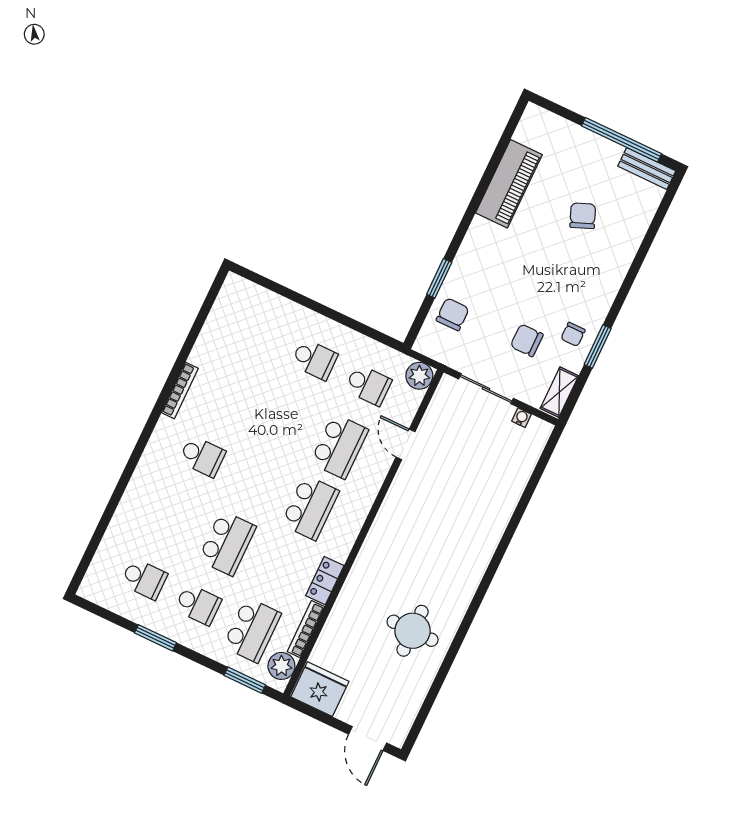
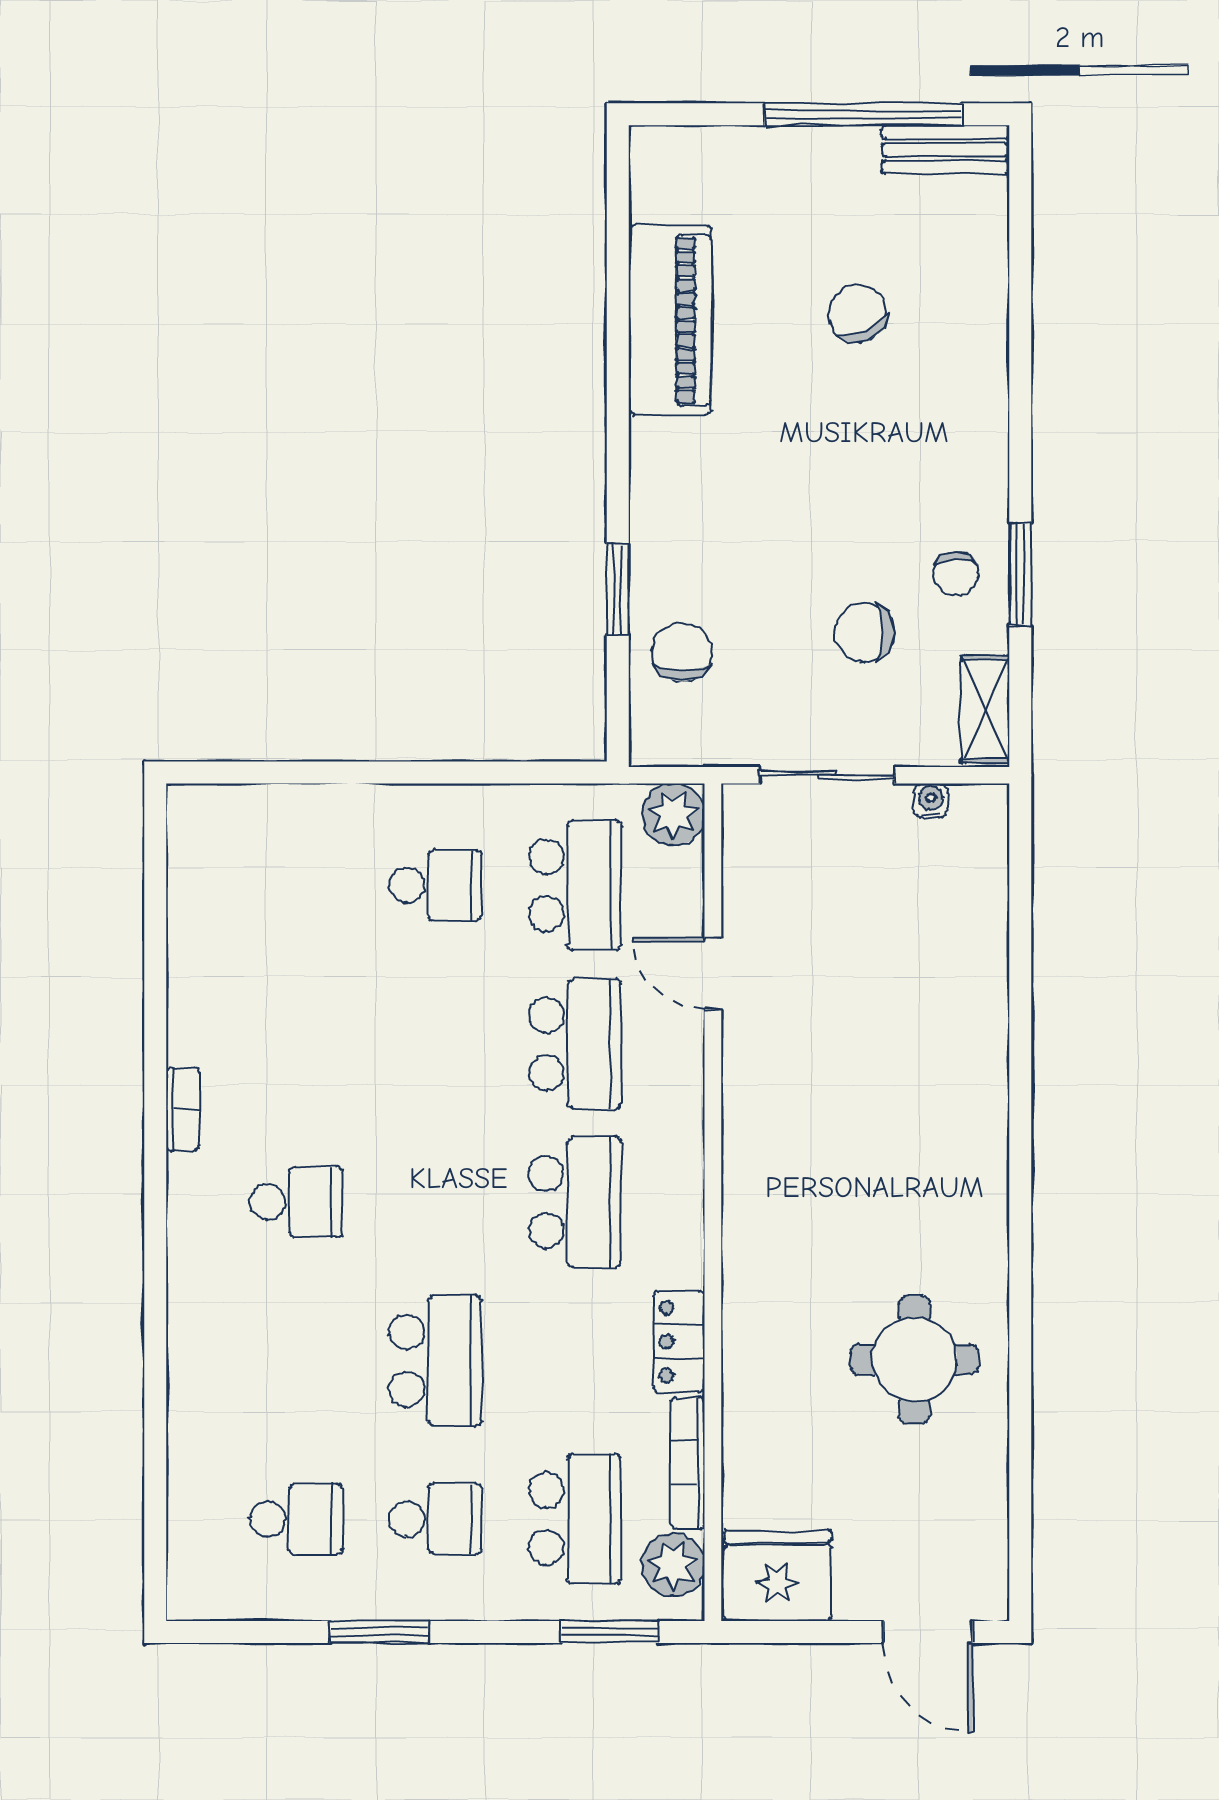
school desk: (368, 385) -> (575, 885), width x1.85
bookcase: (180, 390) -> (183, 1109), width x0.64

